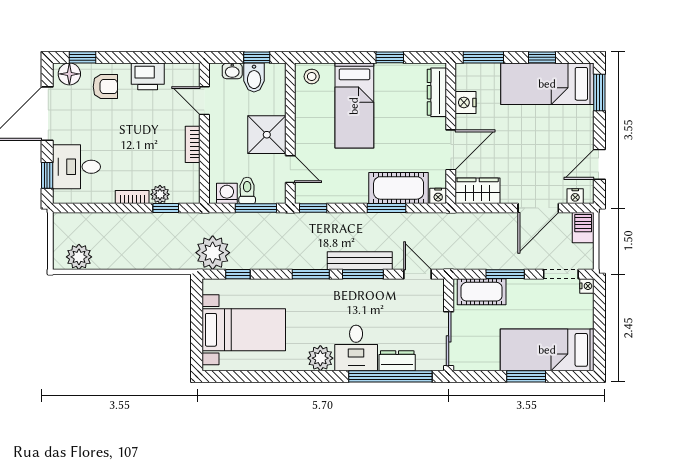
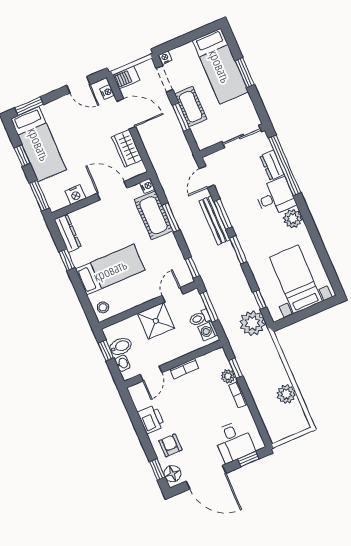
dresser: (437, 92) -> (68, 233), moved, turned -90
wardrobe: (478, 191) -> (127, 148), moved
plant: (79, 257) -> (286, 394), moved
cot: (482, 292) -> (191, 107), moved

